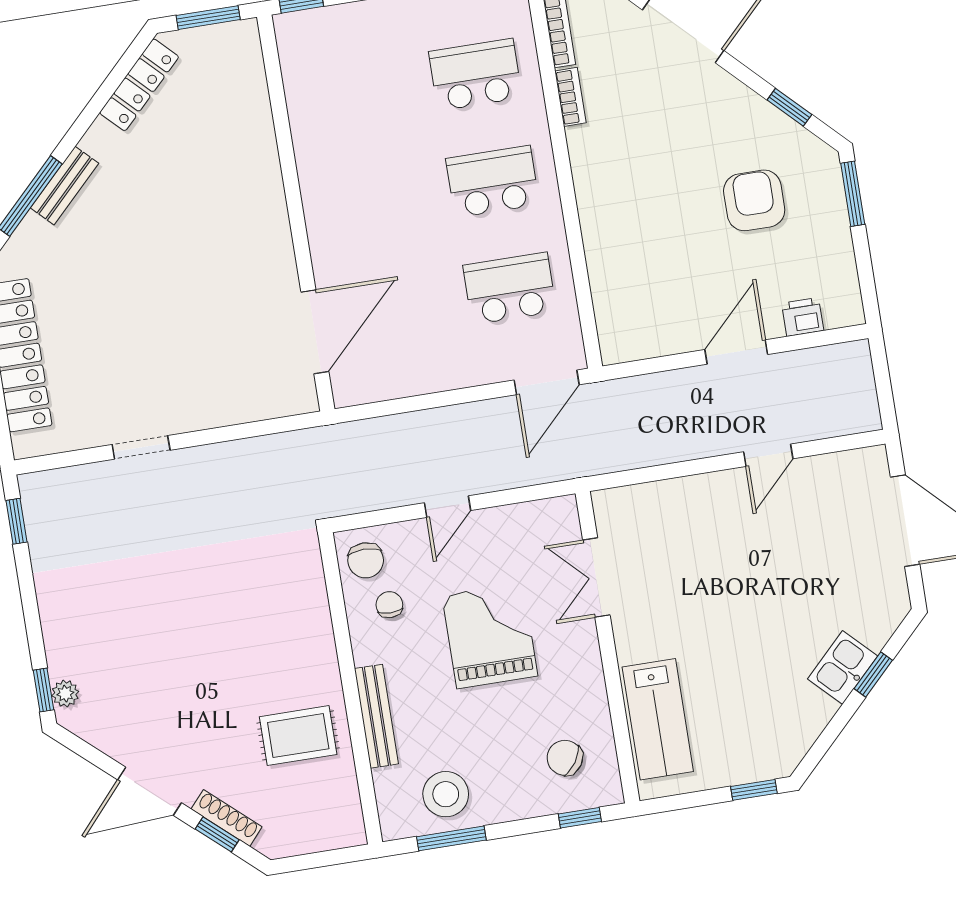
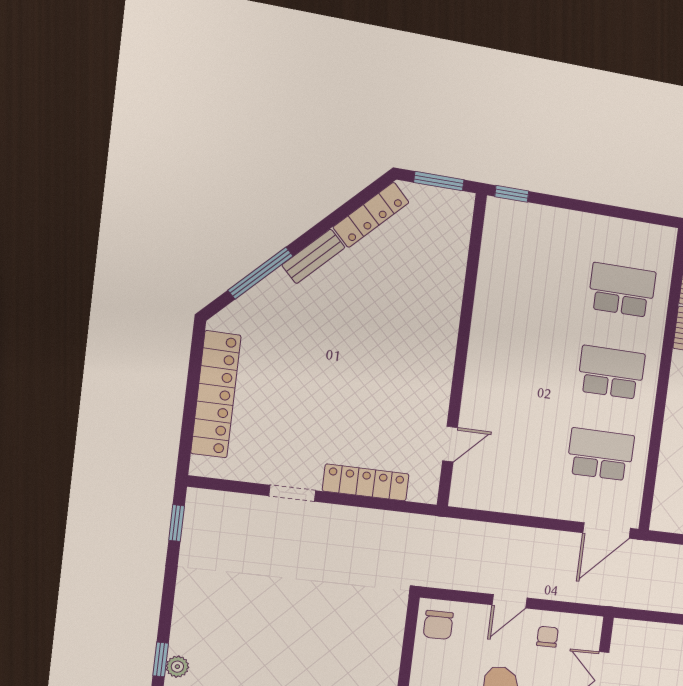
bench: (65, 186) -> (313, 256), moved
door: (315, 332) -> (450, 444), width x0.53
locker: (225, 409) -> (366, 482), added
chair: (389, 605) -> (547, 637), moved

